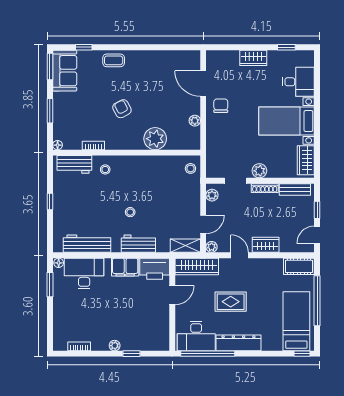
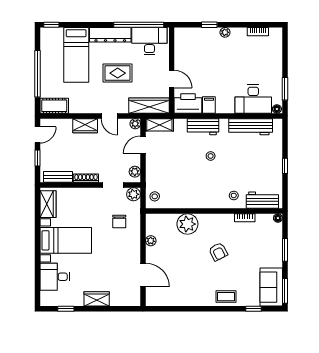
chair: (221, 106) -> (119, 222), moved
plant: (259, 171) -> (133, 194), moved
filing cabinet: (125, 267) -> (209, 105), width x0.50
door: (172, 295) -> (172, 79), swing flipped
bed: (296, 321) -> (76, 55), moved

